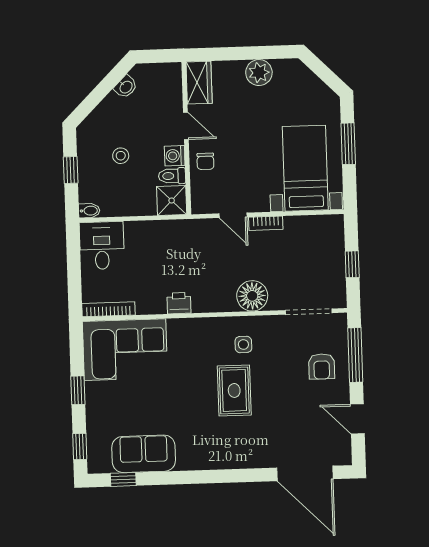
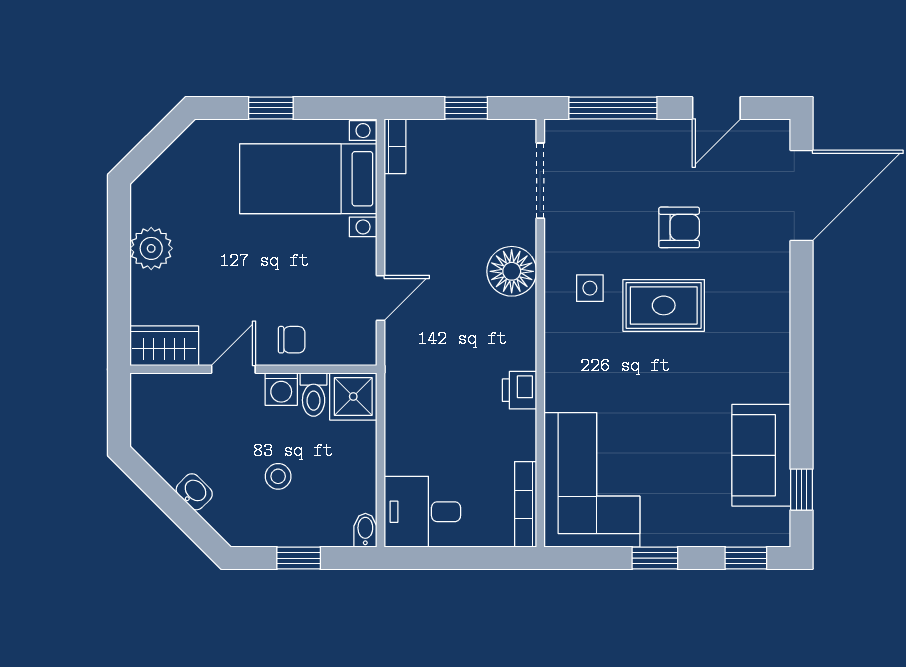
washbasin: (126, 87) -> (194, 492), moved
window: (348, 144) -> (271, 108), width x0.67
bookcase: (266, 223) -> (395, 146), moved
armchair: (322, 366) -> (679, 227), moved

